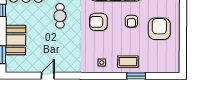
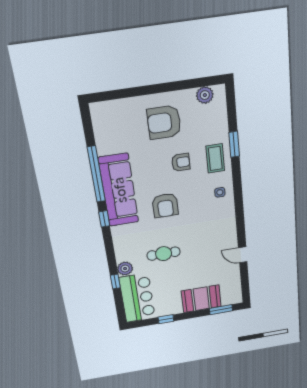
armchair: (131, 21) -> (181, 162), moved
plant: (174, 59) -> (205, 95), added

